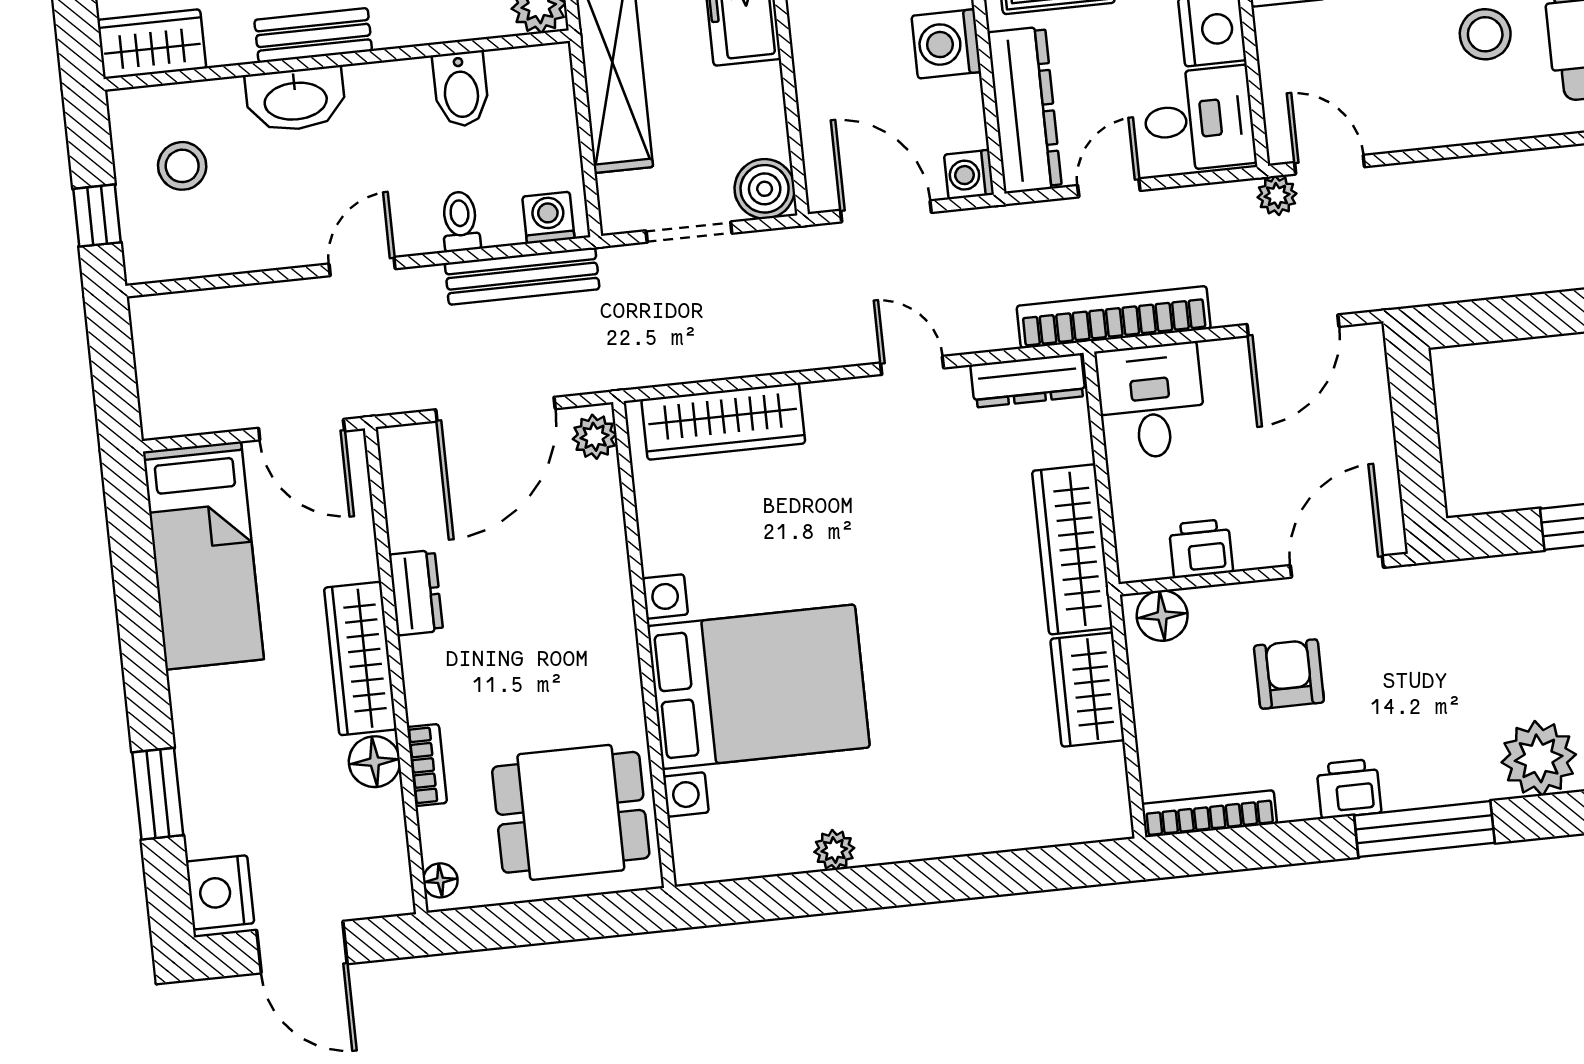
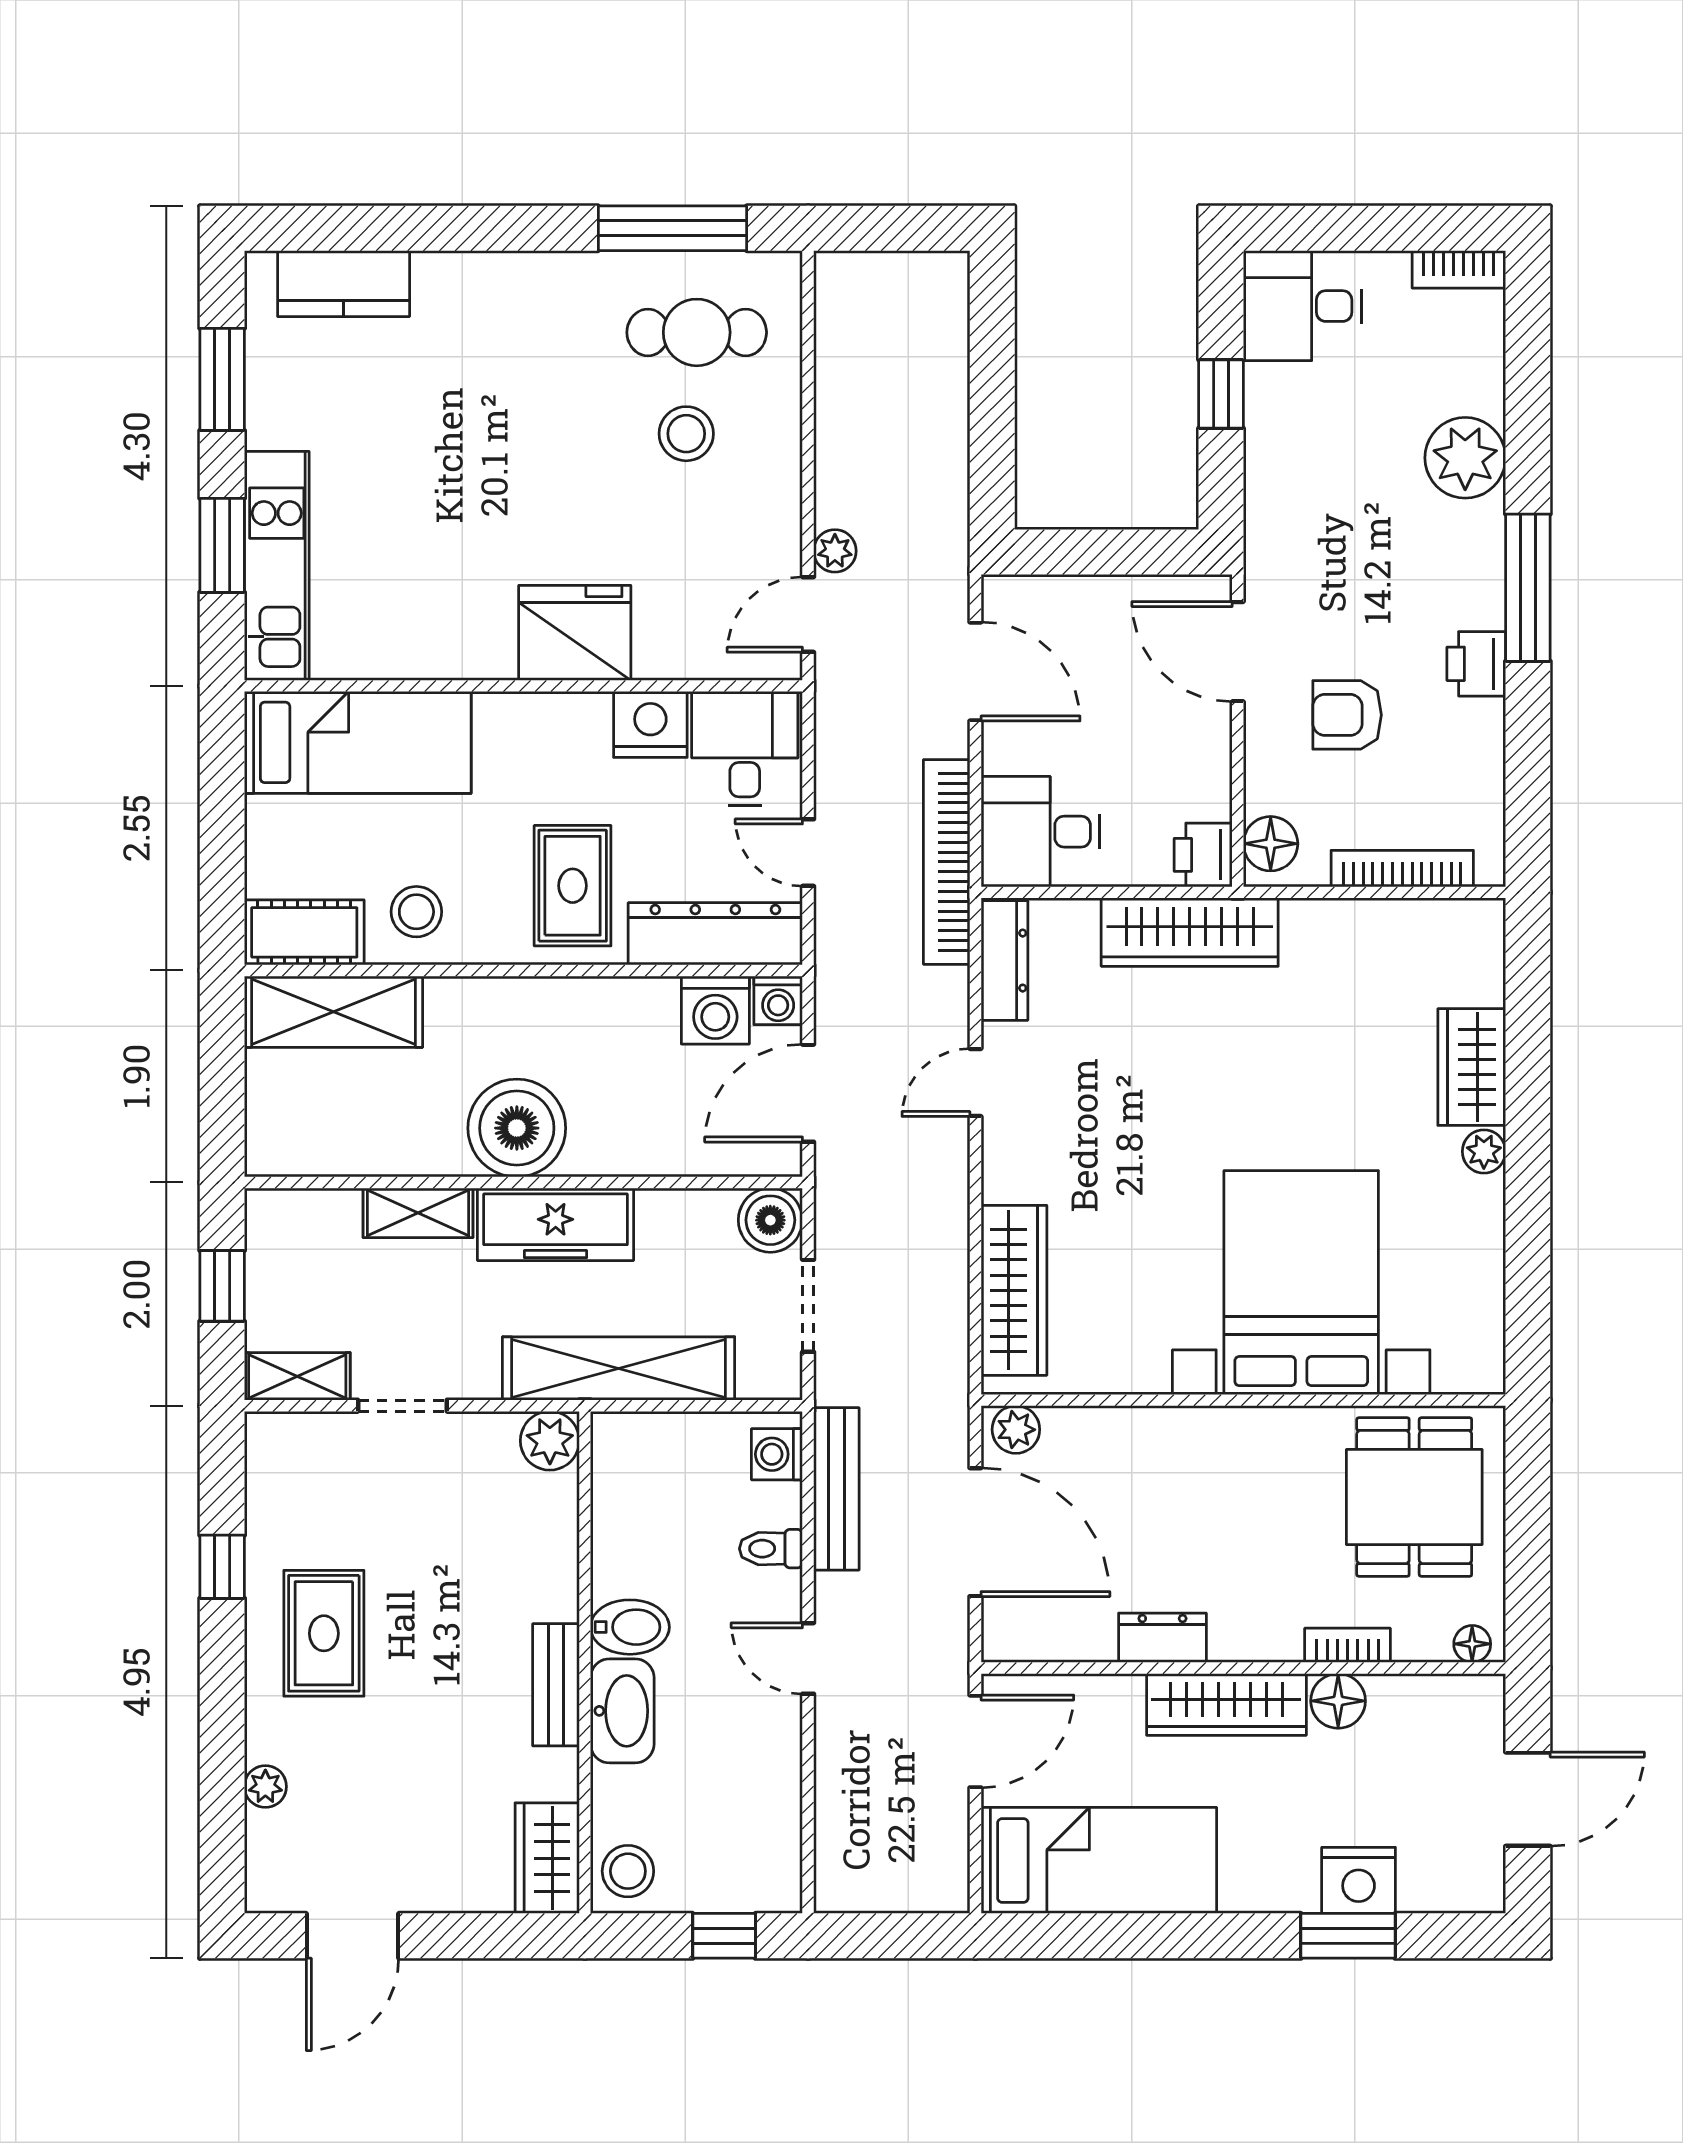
washing machine: (946, 44) -> (715, 1010), moved
bidet: (461, 89) -> (630, 1627), moved
stool: (182, 166) -> (628, 1871), moved
plant: (1277, 195) -> (835, 551), moved
printer: (1201, 548) -> (1203, 855), moved
wardrobe: (1087, 690) -> (1472, 1067), moved, turned 90
bookcase: (1209, 814) -> (1402, 869), moved, turned 90
plant: (834, 850) -> (1484, 1151), moved
nightstand: (220, 892) -> (1359, 1880), moved

